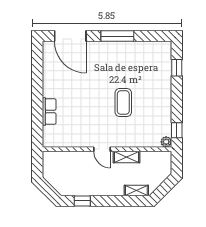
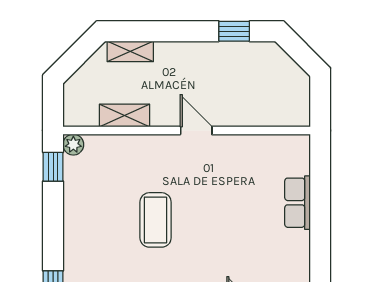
shelving: (127, 157) -> (125, 115), moved

